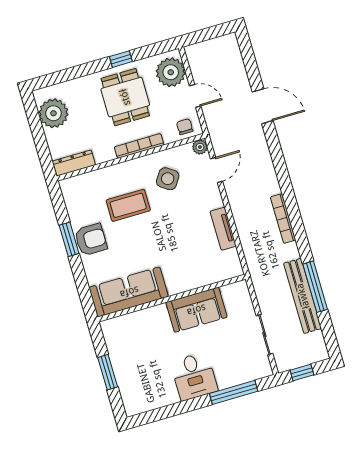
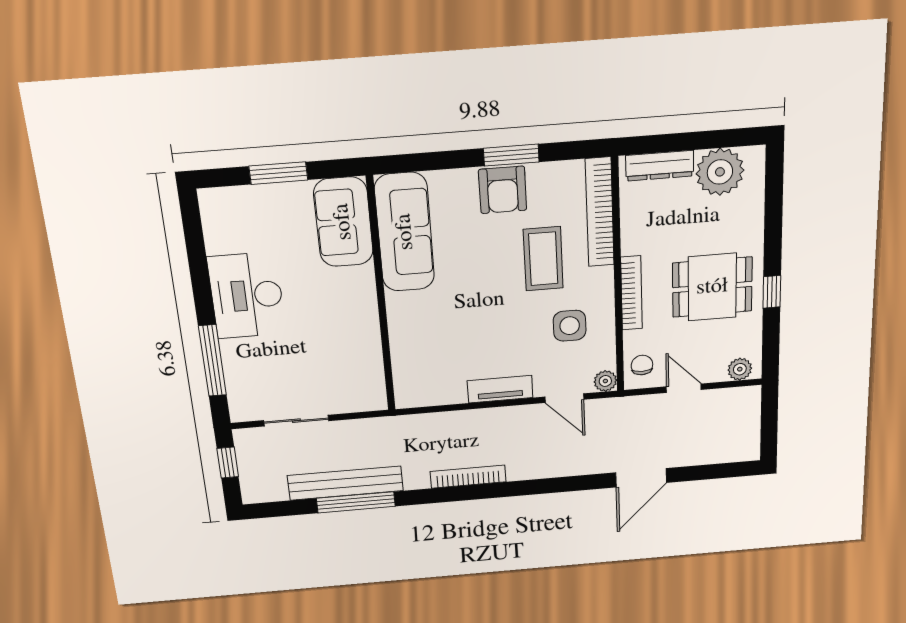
plant: (171, 72) -> (740, 369), width x0.53, depth x0.53
door: (195, 96) -> (684, 388), swing flipped
chair: (185, 127) -> (642, 365), turned -90
dresser: (74, 163) -> (660, 166), moved, turned 90
bookcase: (93, 179) -> (600, 212), added
side table: (168, 179) -> (570, 326), turned -34
tv unit: (223, 229) -> (500, 389), moved
sofa: (196, 310) -> (343, 222), moved
desk: (194, 376) -> (247, 295), width x1.37

